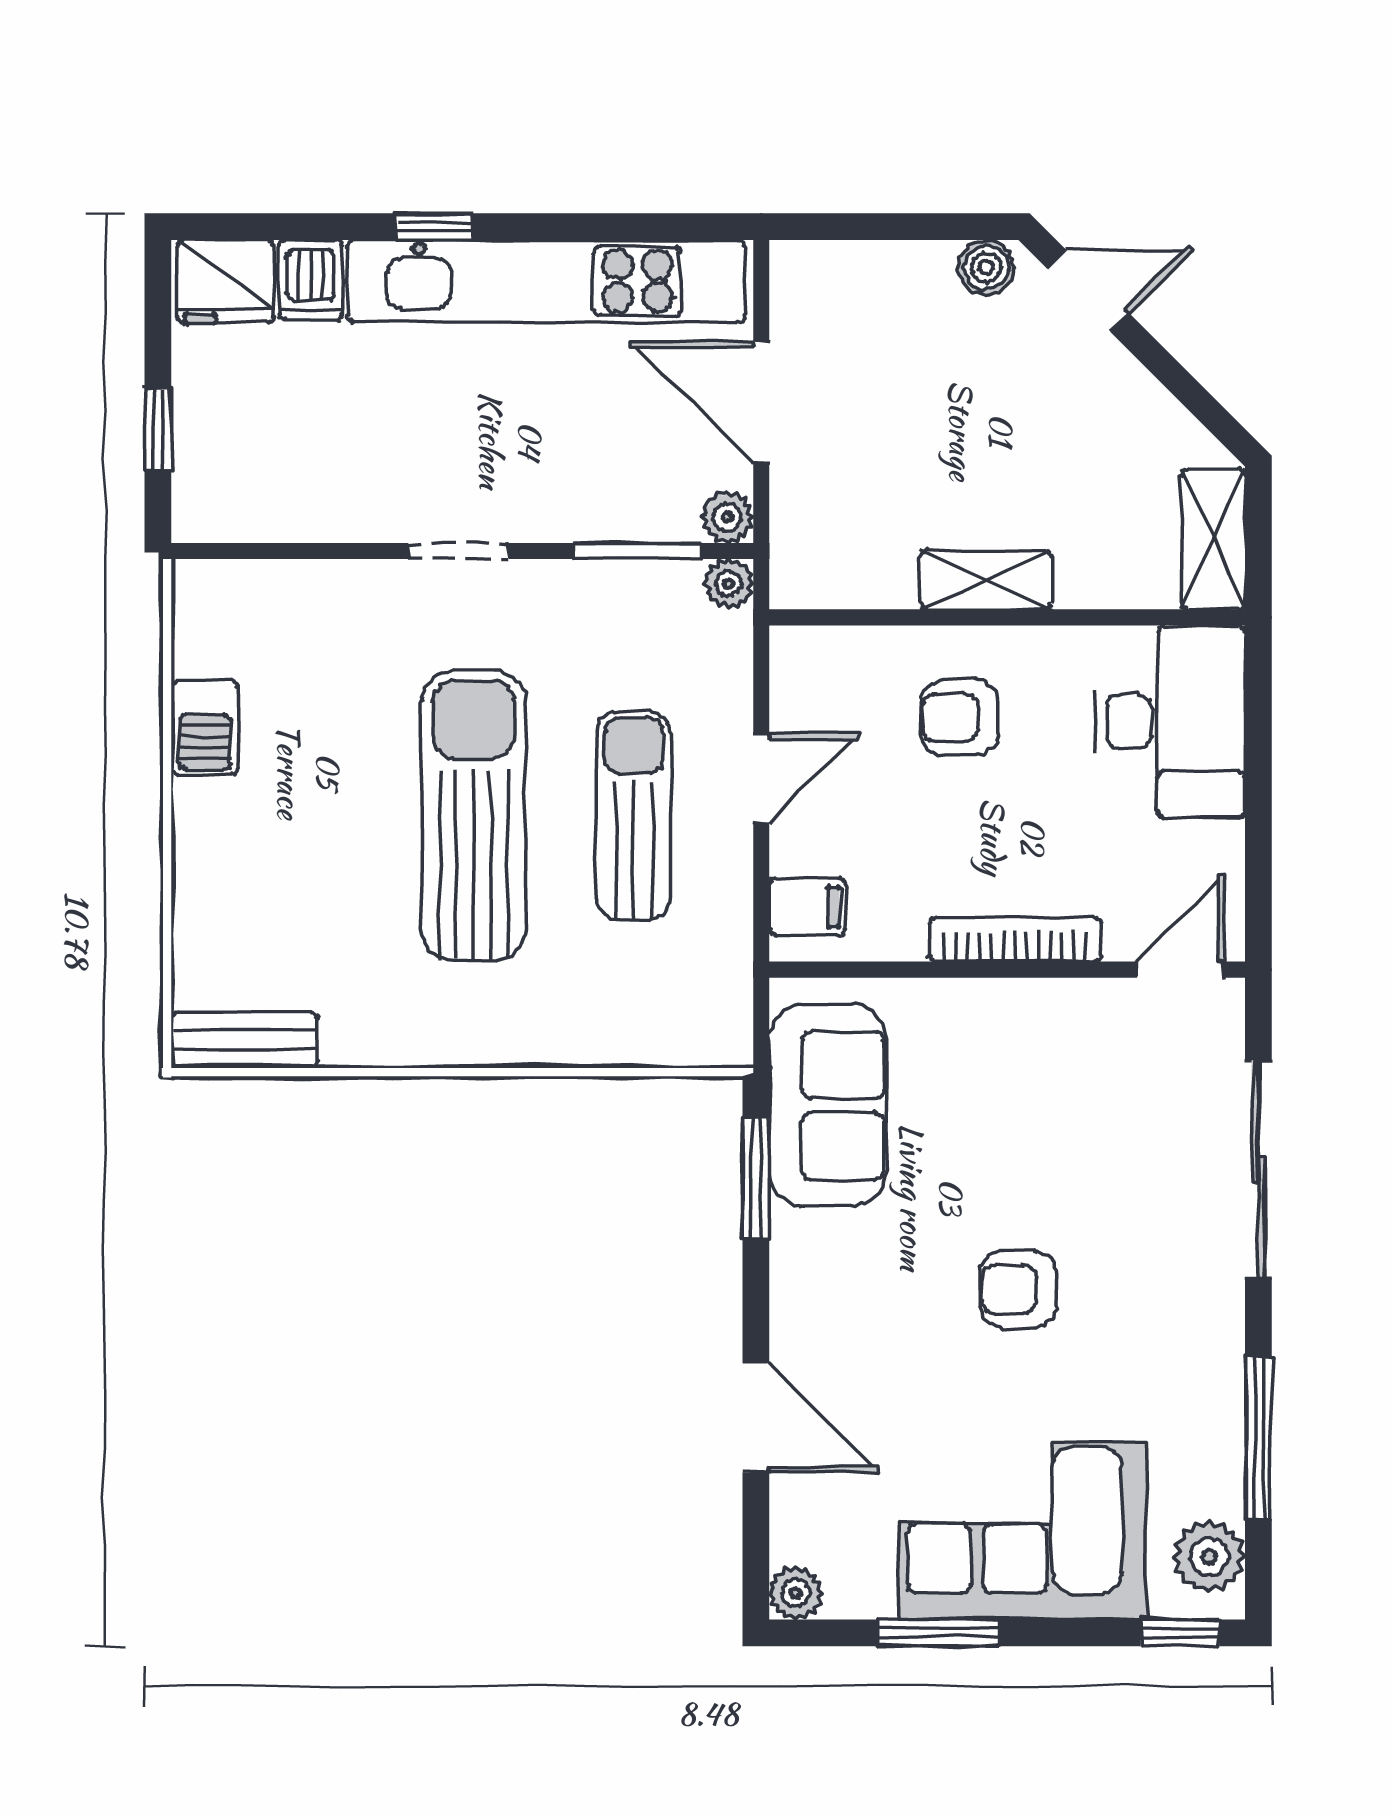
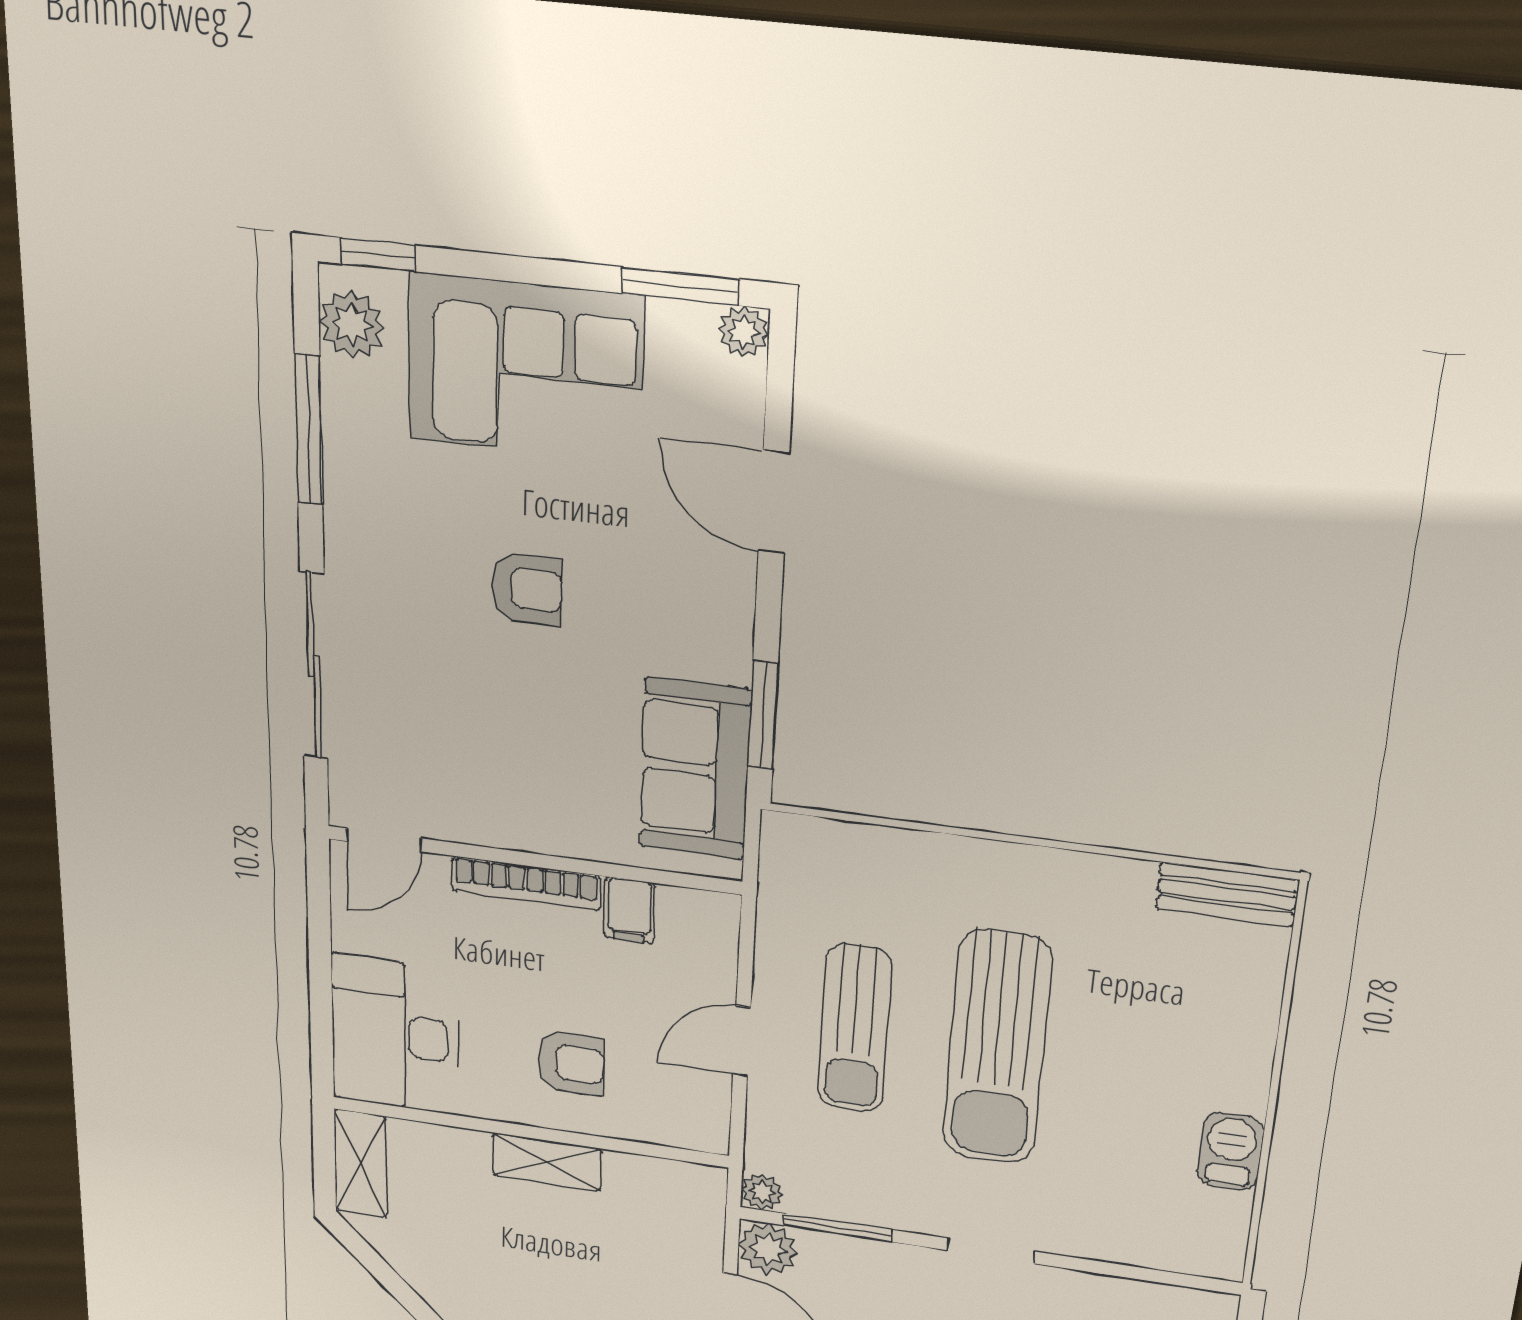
plant: (727, 517) -> (768, 1249), width x1.38, depth x1.38
filing cabinet: (807, 907) -> (630, 910), moved, turned -90
window: (939, 1633) -> (680, 286), moved

